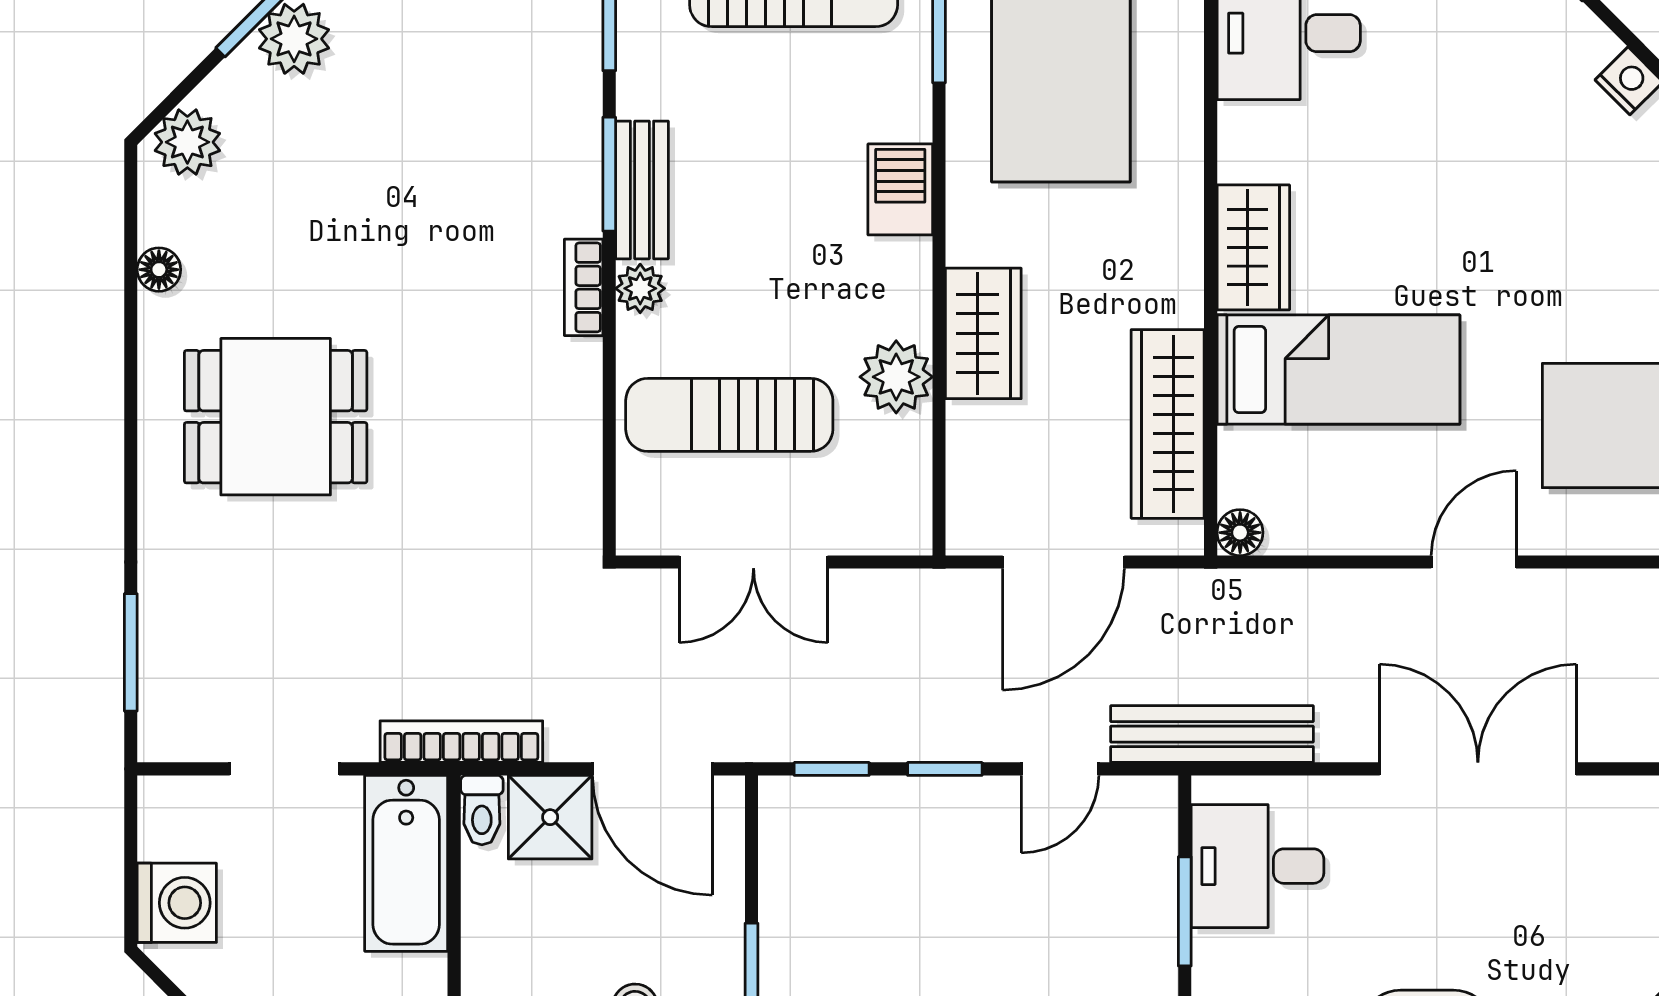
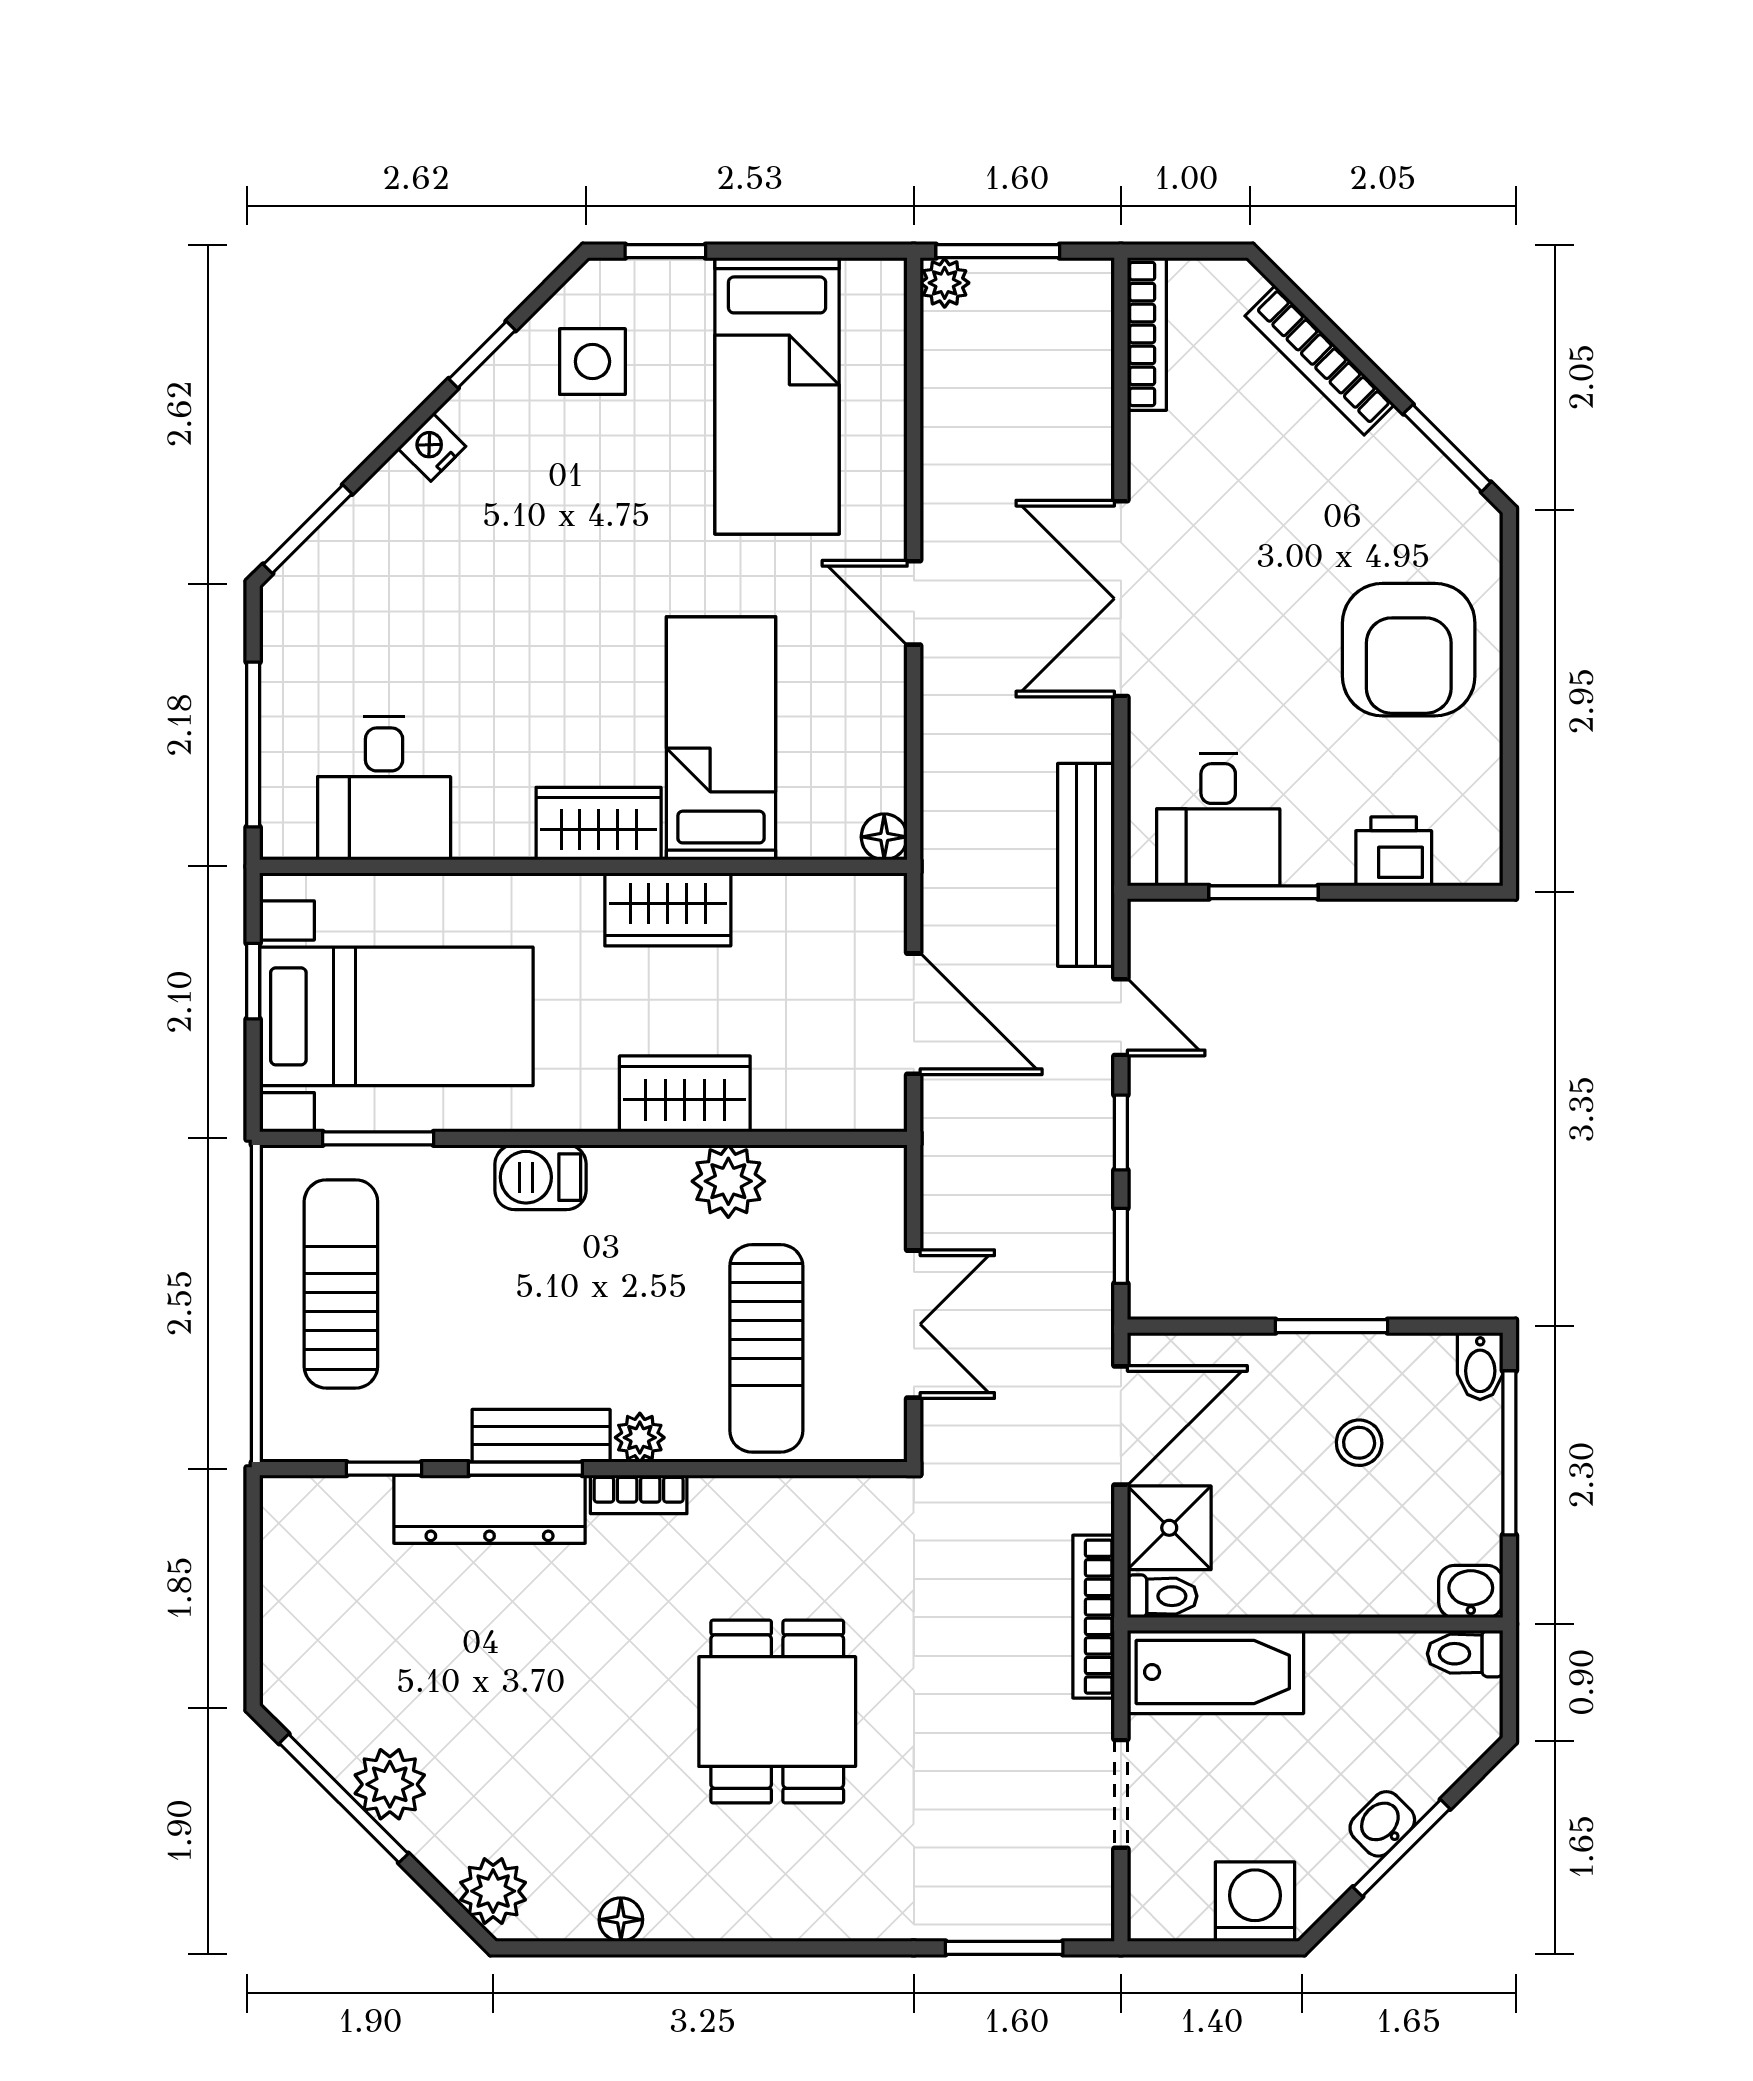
dresser: (569, 138) -> (490, 1509), added
dining table: (276, 417) -> (777, 1712), moved
wardrobe: (1168, 424) -> (668, 909), moved, width x0.67

